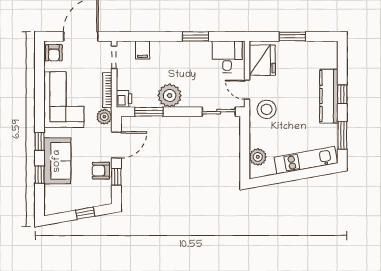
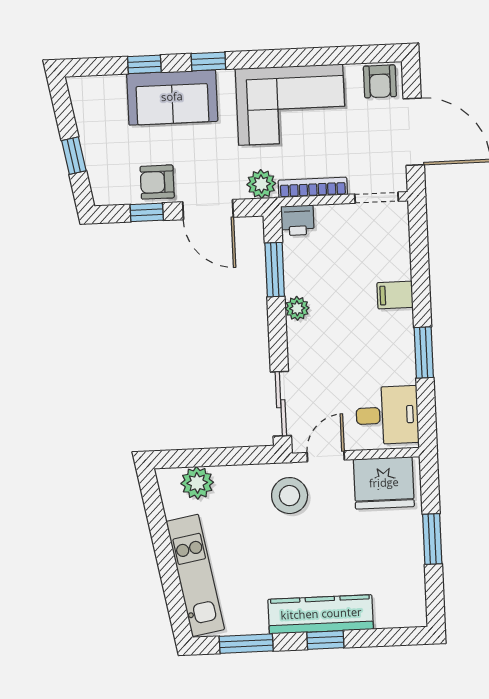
filing cabinet: (143, 50) -> (395, 295), moved
armchair: (54, 53) -> (380, 81), turned -90
plant: (170, 95) -> (297, 308), width x0.53, depth x0.53
armchair: (101, 171) -> (157, 182), turned -90

